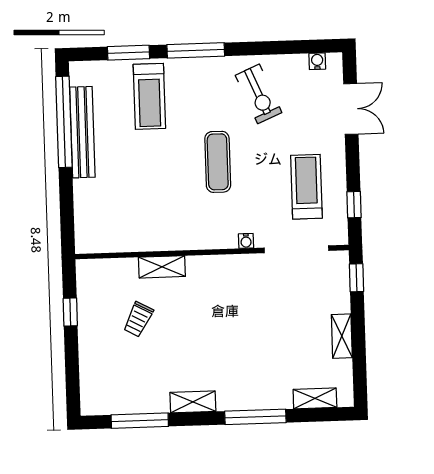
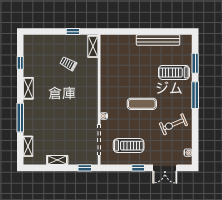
window: (64, 122) -> (163, 32), removed
window: (354, 205) -> (138, 168), moved
shelving: (162, 267) -> (93, 46), moved
window: (140, 421) -> (20, 63), width x0.46

